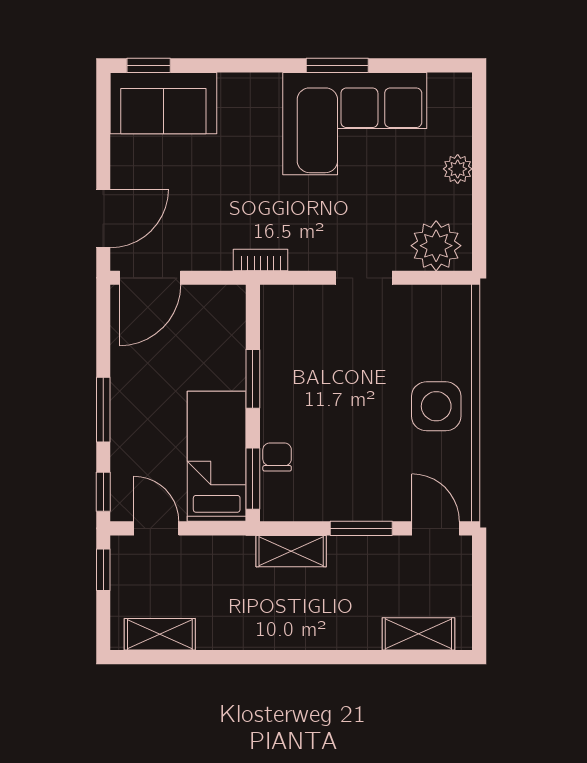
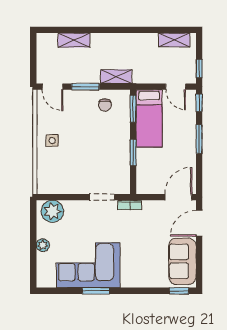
sofa: (163, 103) -> (182, 261), moved, turned -90
doorway: (364, 278) -> (102, 197), moved
side table: (436, 406) -> (52, 141), width x0.54, depth x0.54
chair: (277, 457) -> (105, 105), moved
shelving: (418, 634) -> (74, 40), moved

